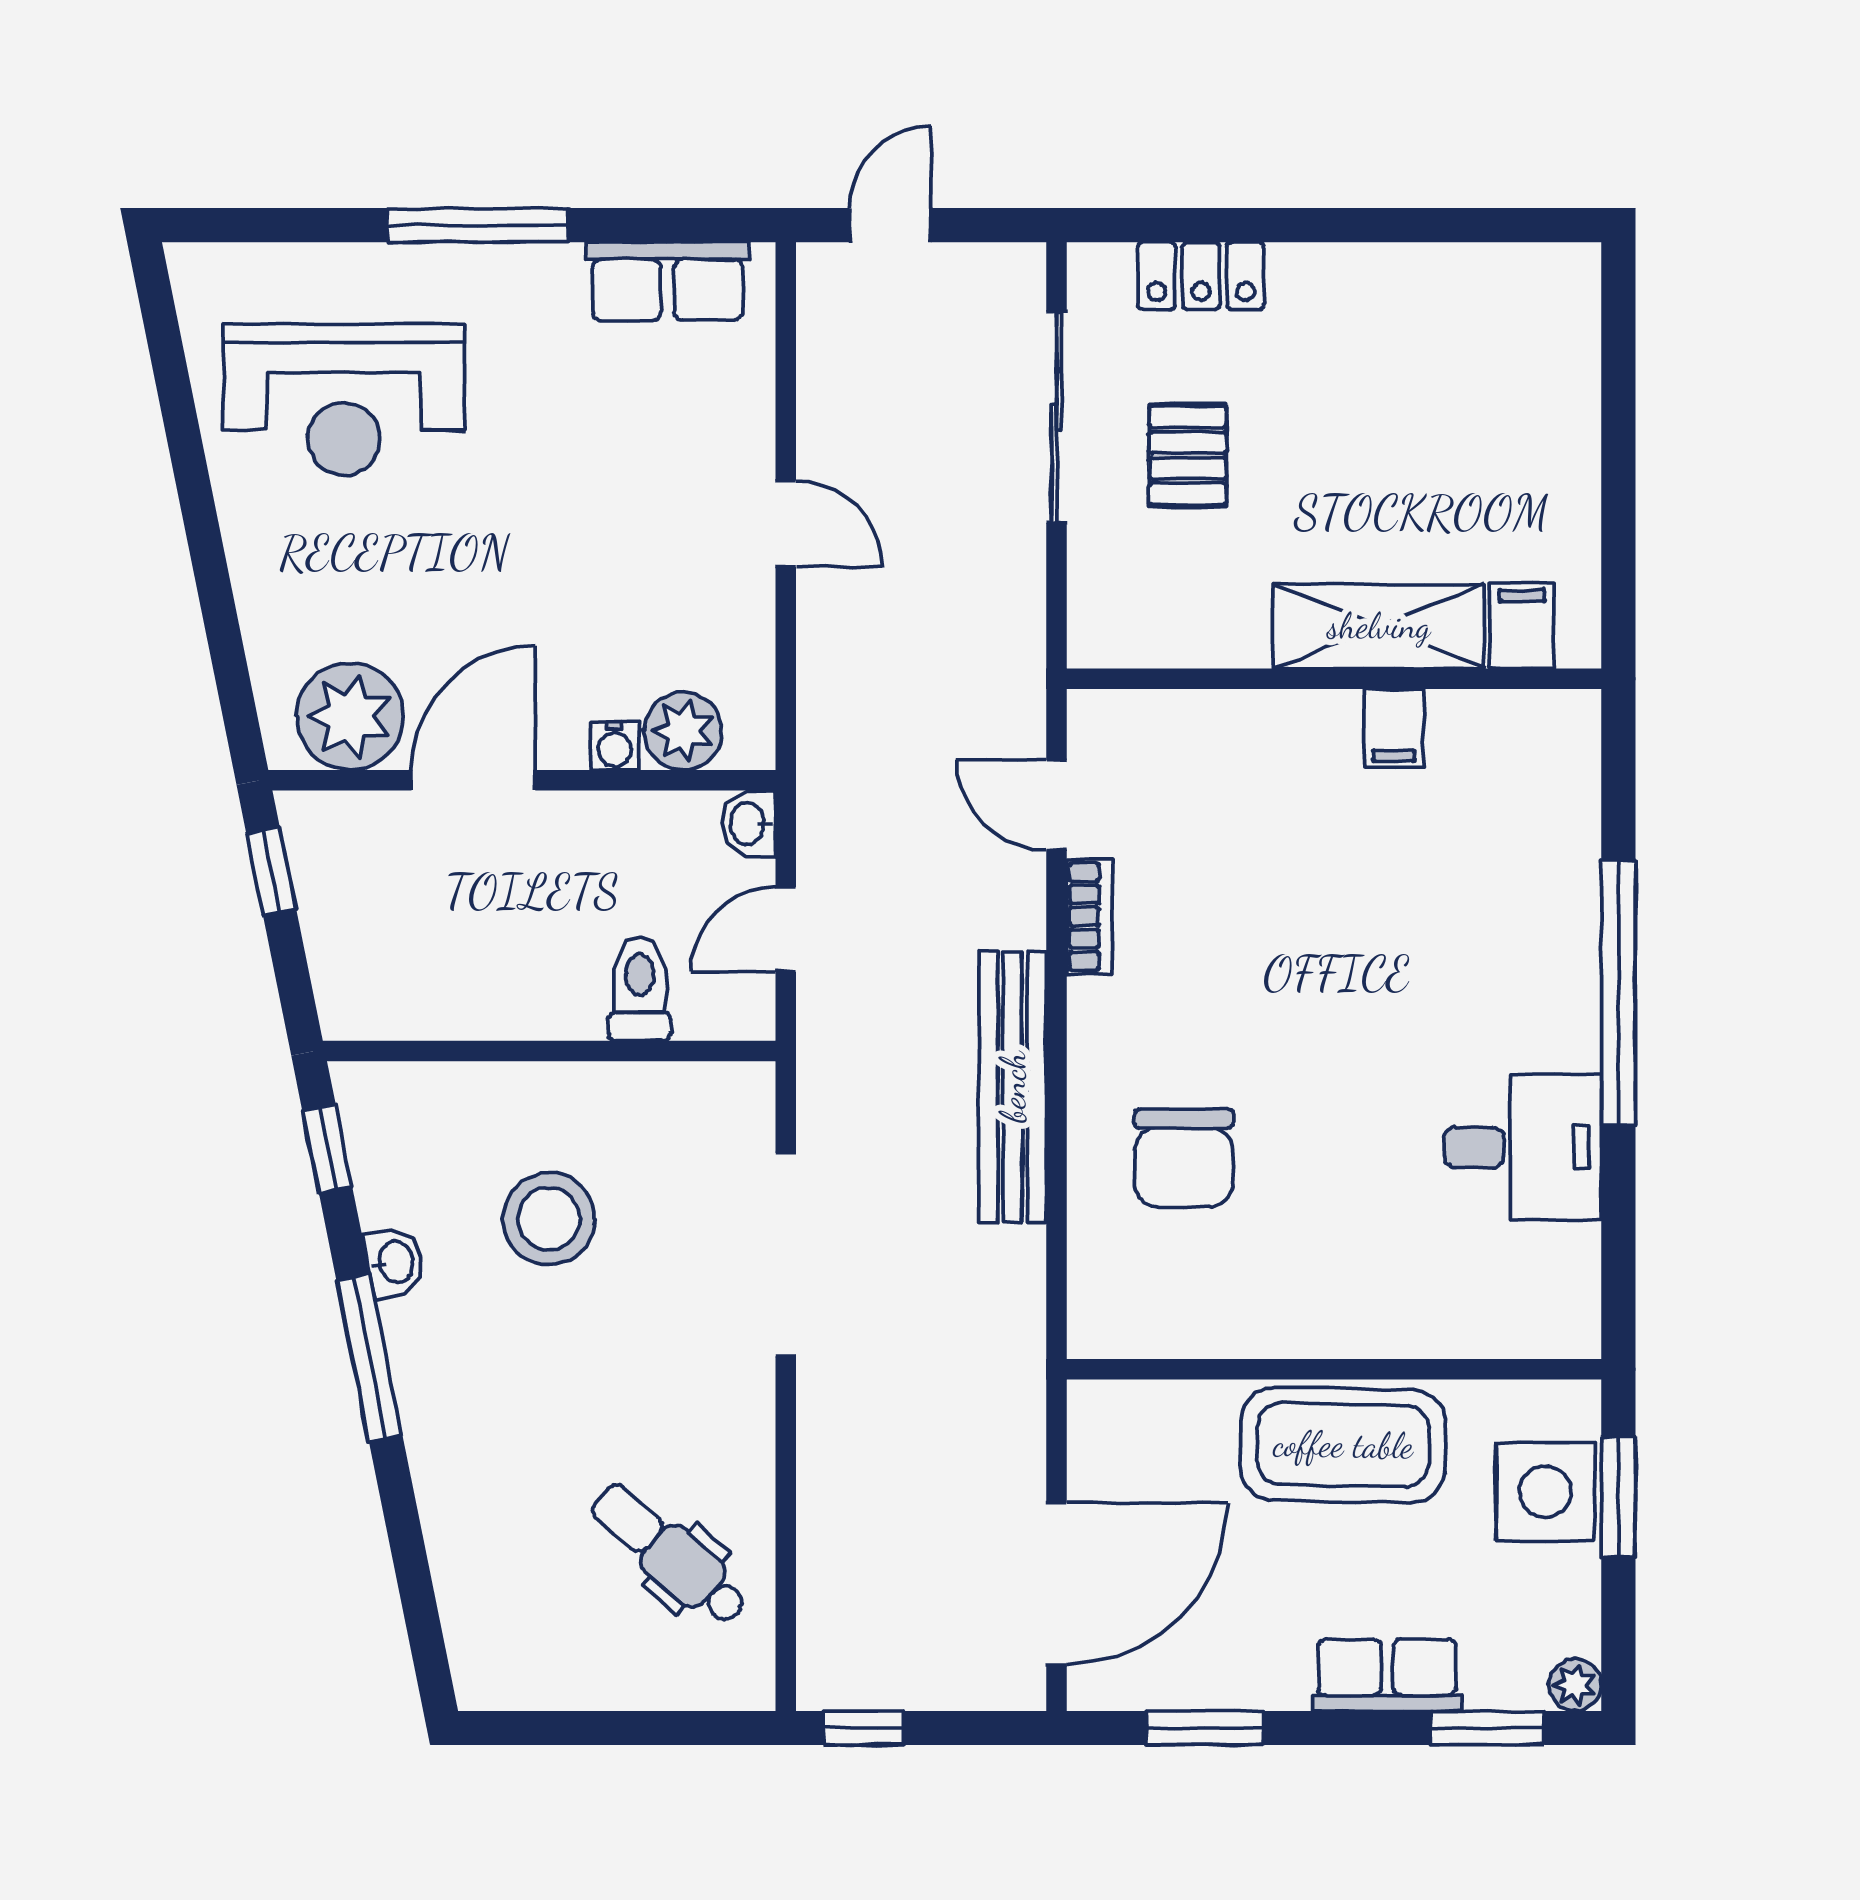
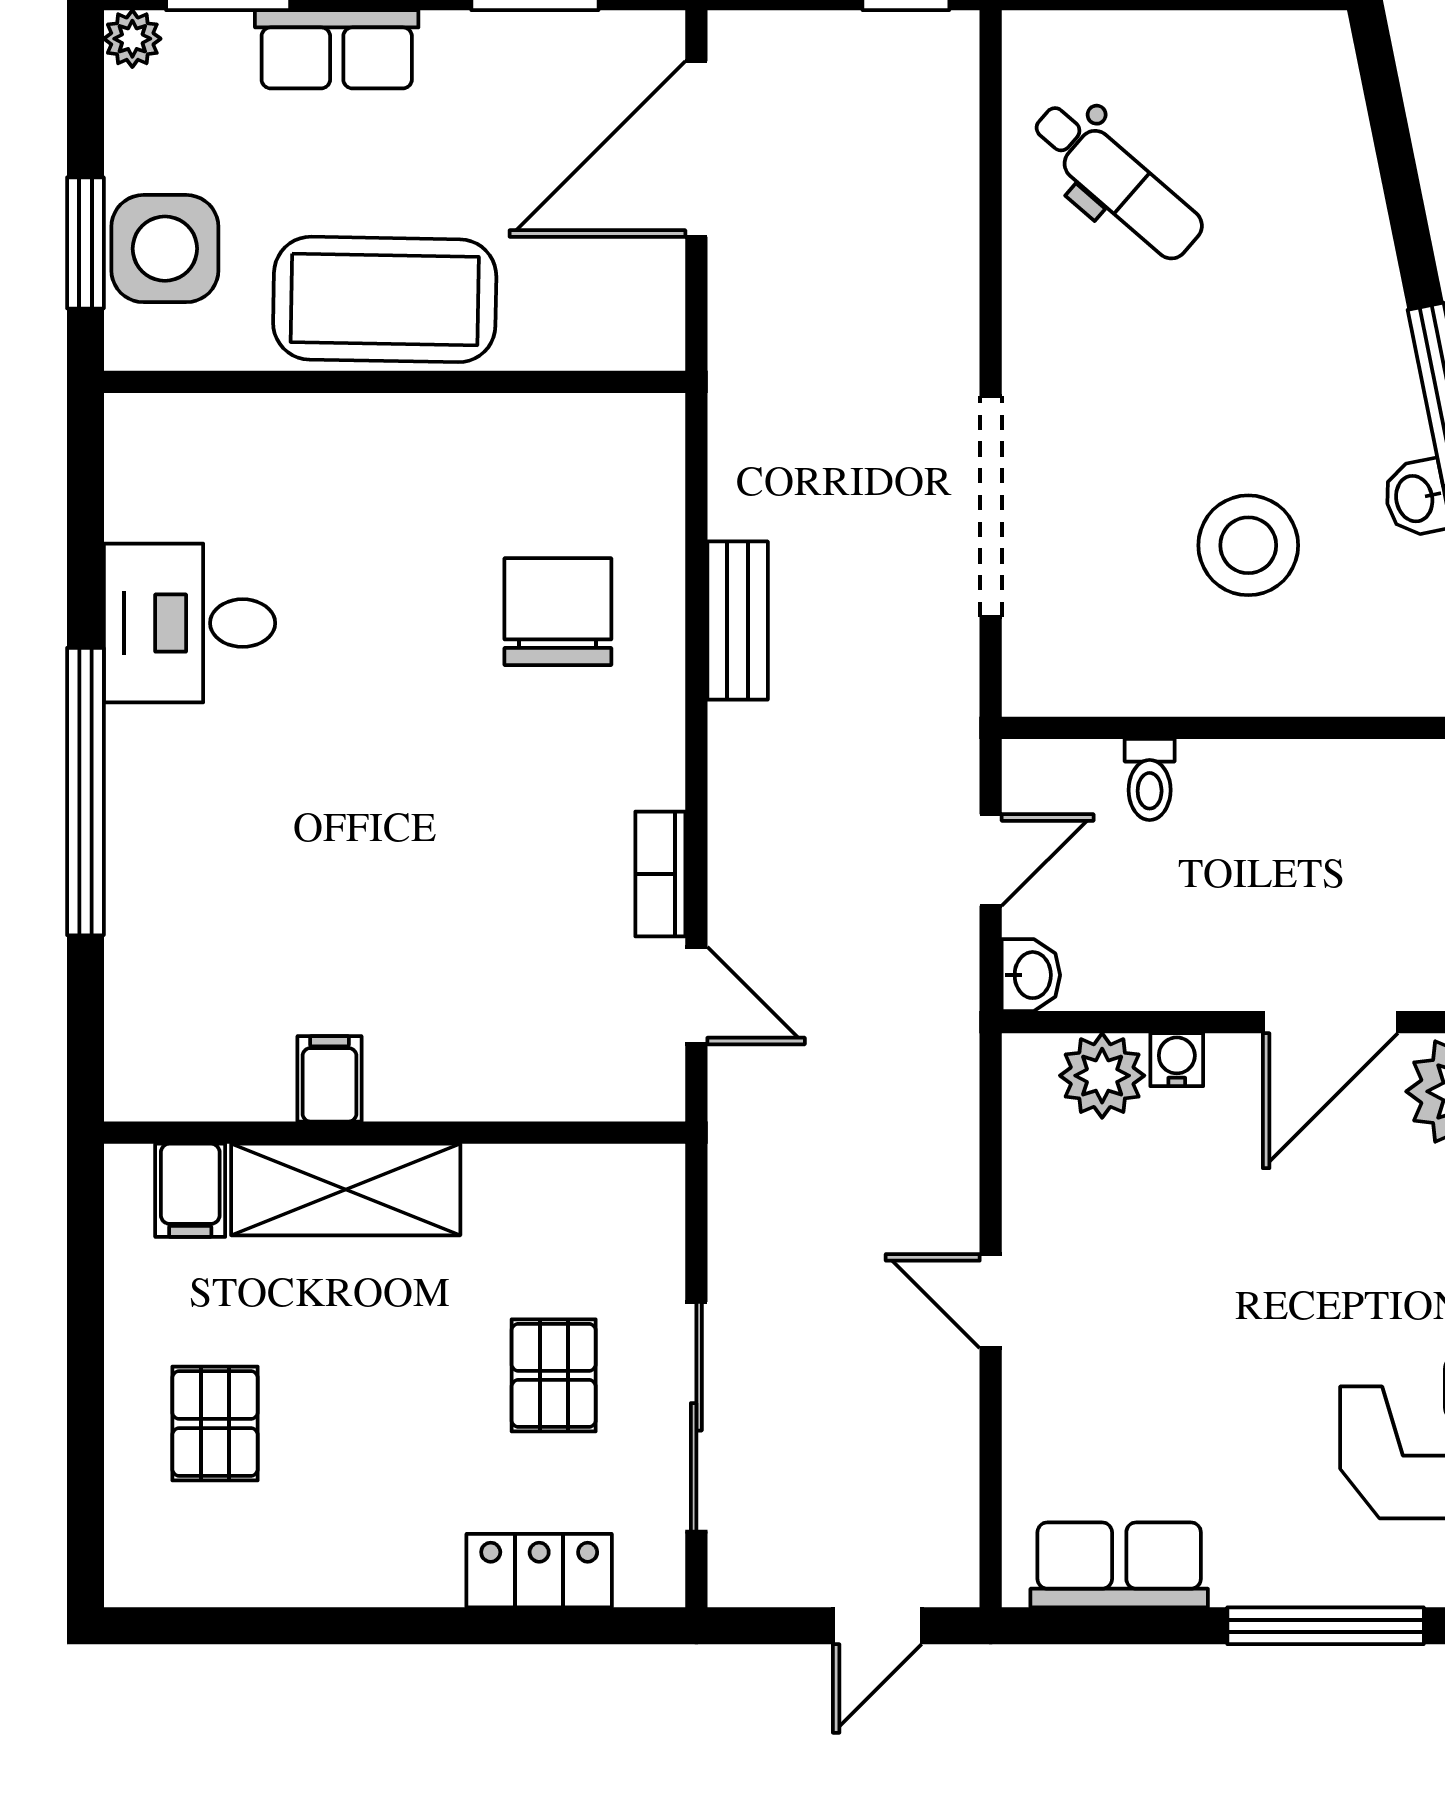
pallet: (1499, 411) -> (215, 1424), added
toilet: (640, 989) -> (1150, 779), width x0.73, depth x0.72
bench: (1013, 1087) -> (738, 621), width x0.54, depth x0.82

